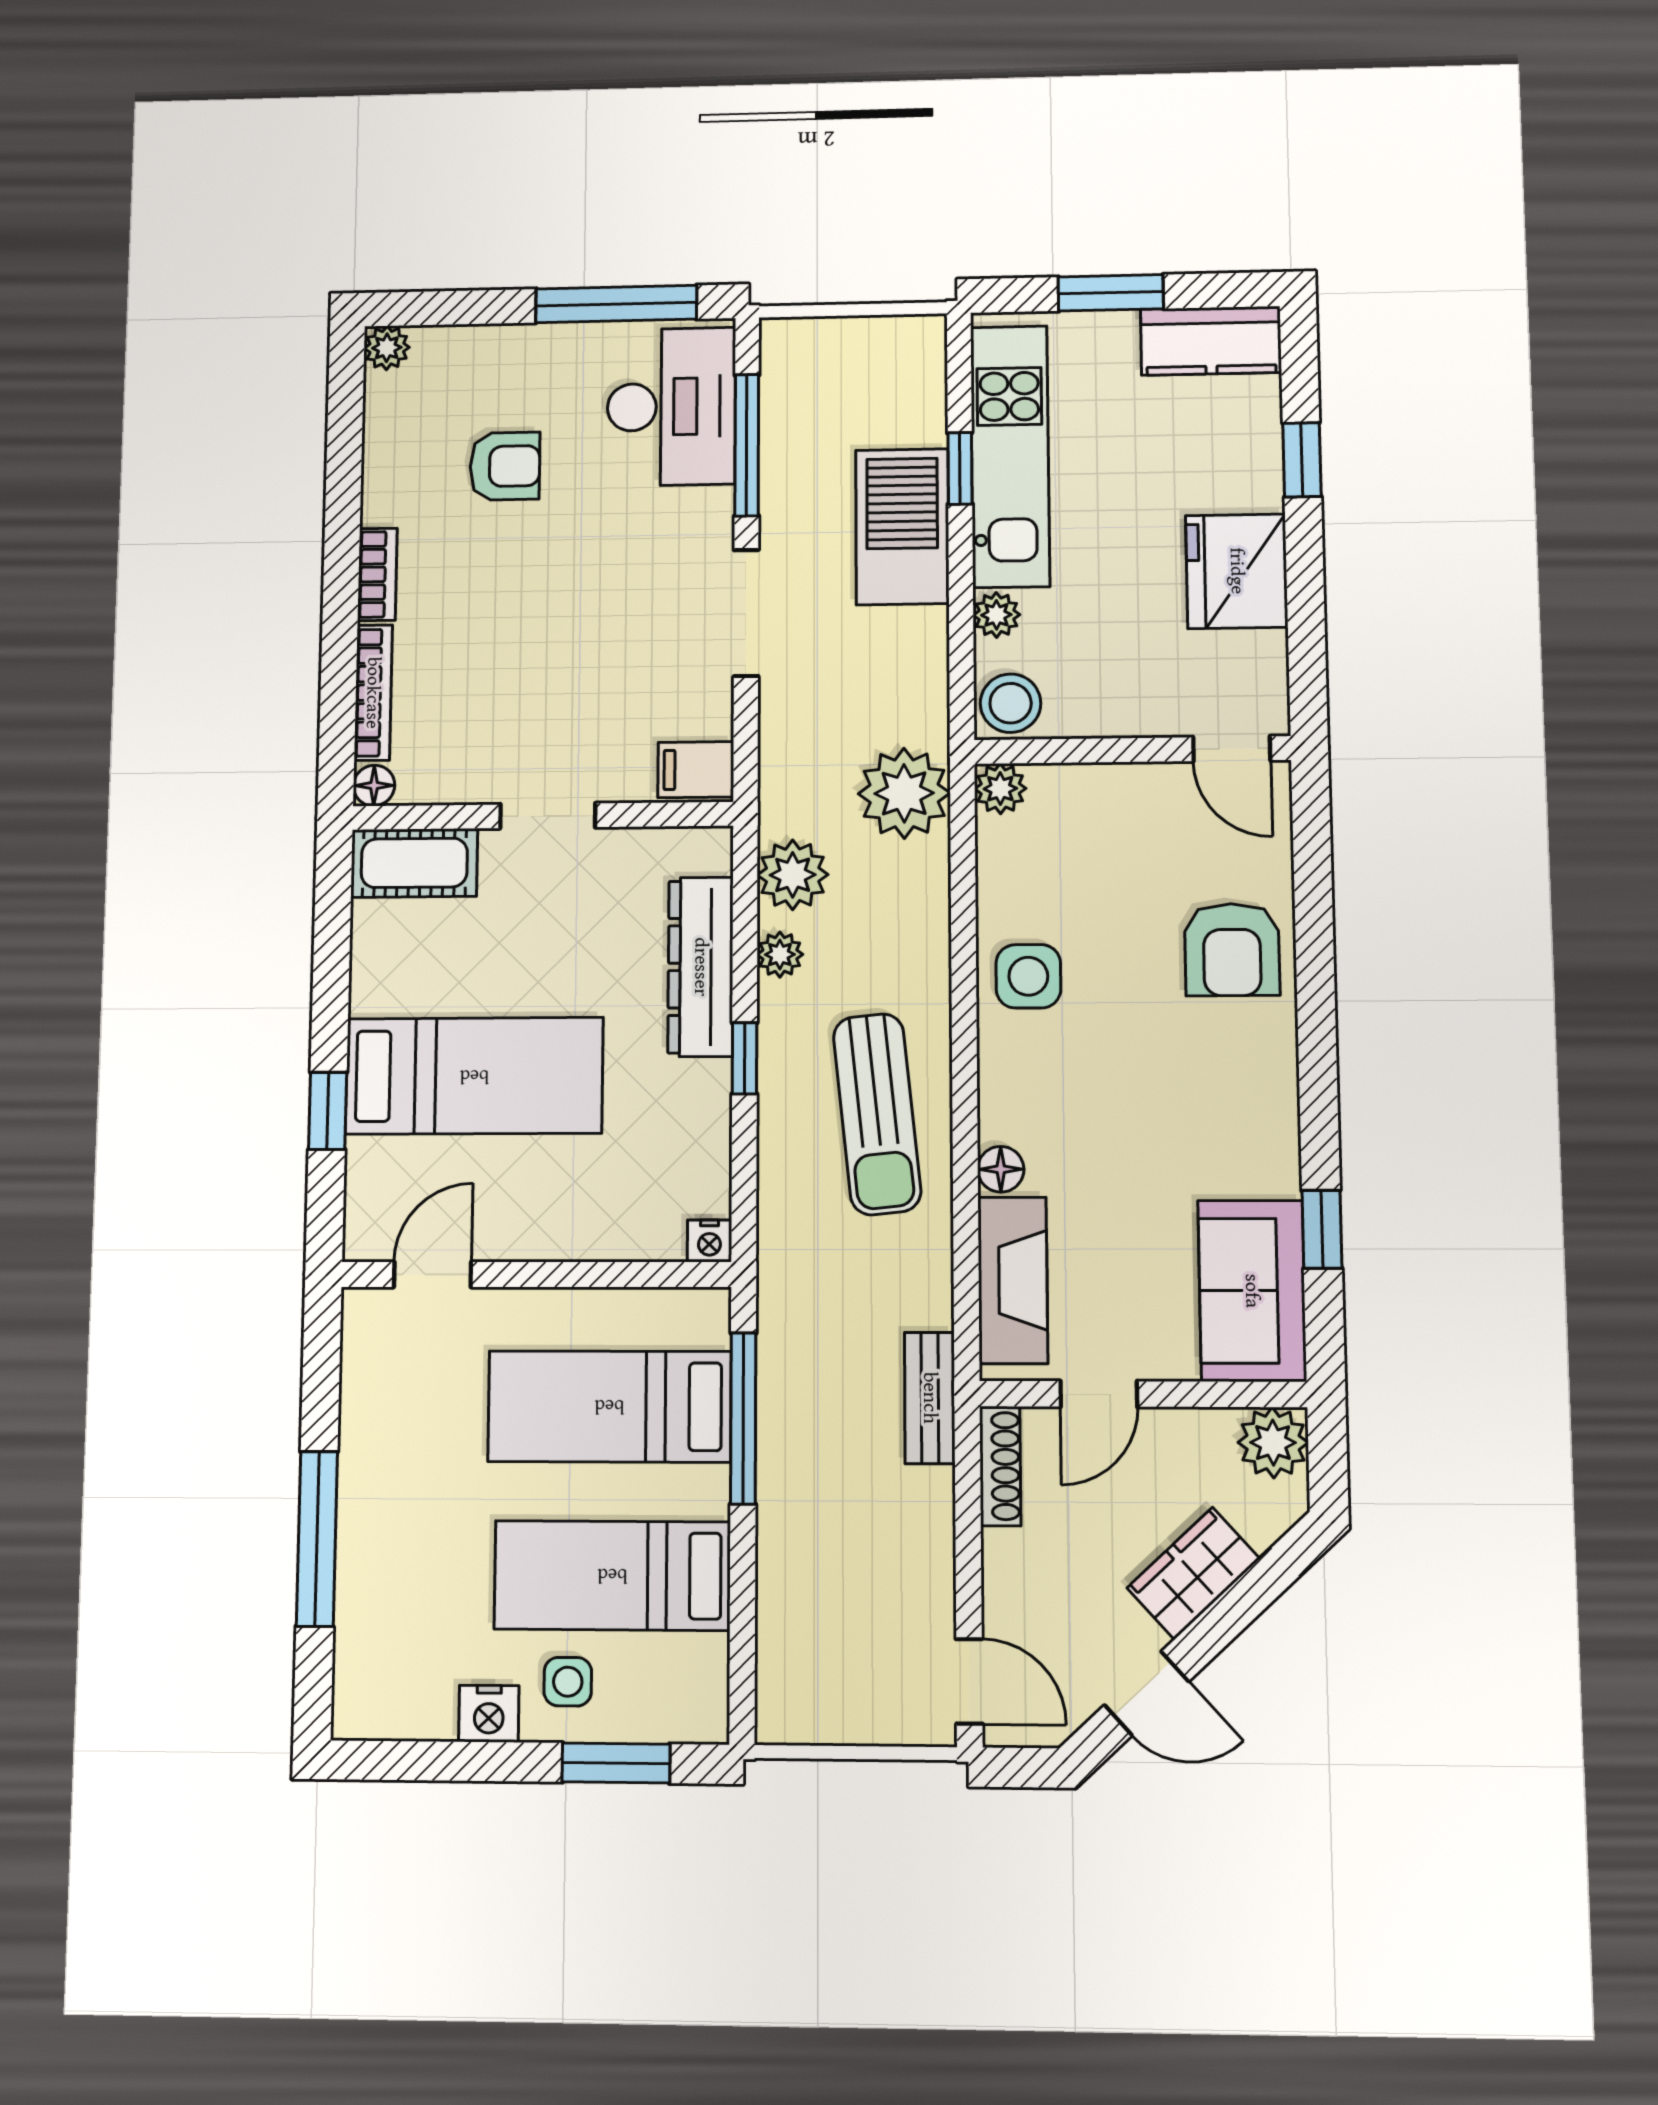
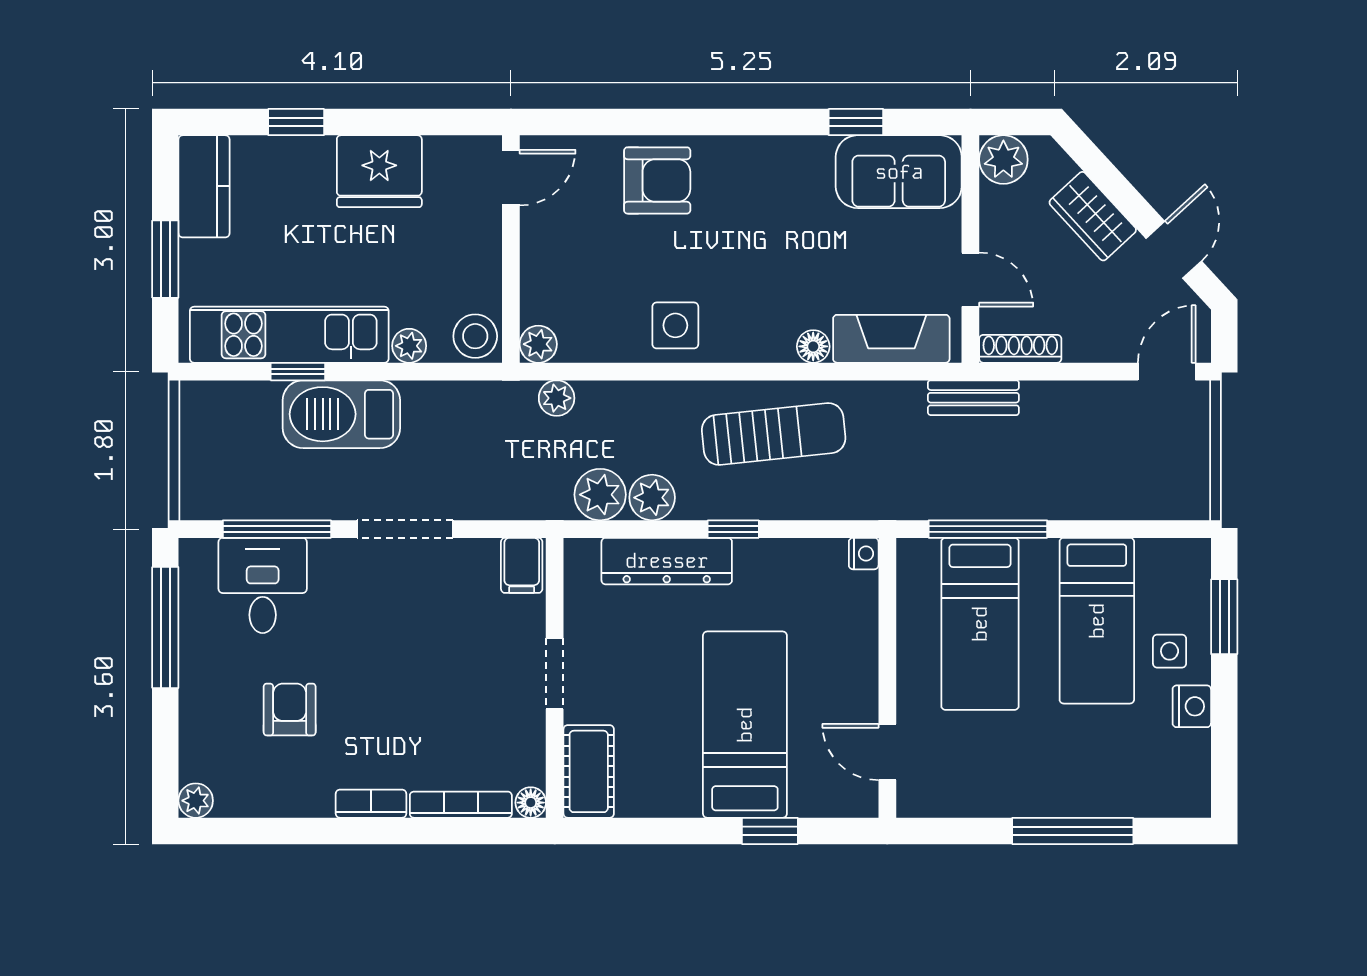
desk: (671, 407) -> (263, 585), width x0.73
plant: (904, 793) -> (557, 398), width x0.53, depth x0.53
plant: (780, 955) -> (652, 498), width x1.38, depth x1.38

